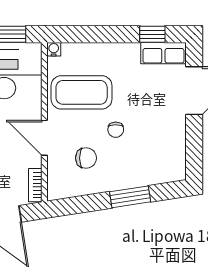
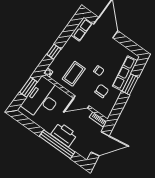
window: (152, 34) -> (54, 52), moved
coffee table: (82, 92) -> (74, 74), width x0.73, depth x0.76
row of seats: (142, 175) -> (125, 73), added

